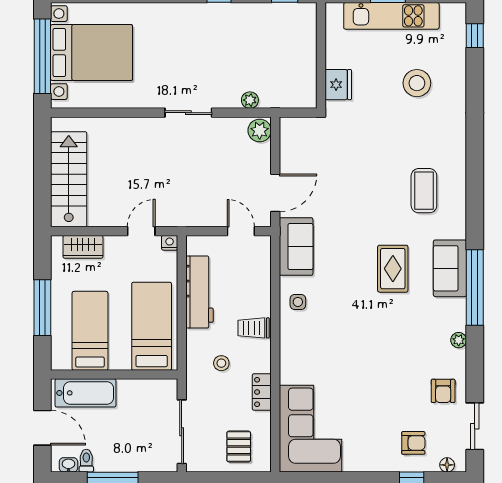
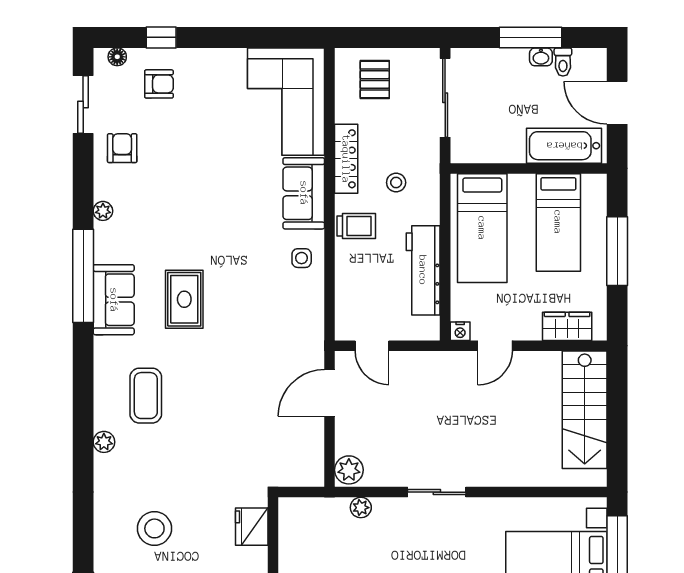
plant: (458, 153) -> (104, 442), added
sofa: (296, 247) -> (304, 193), moved
locker: (262, 392) -> (346, 159), width x1.53
armchair: (413, 443) -> (159, 84), turned 180
washbasin: (68, 465) -> (541, 57), moved

